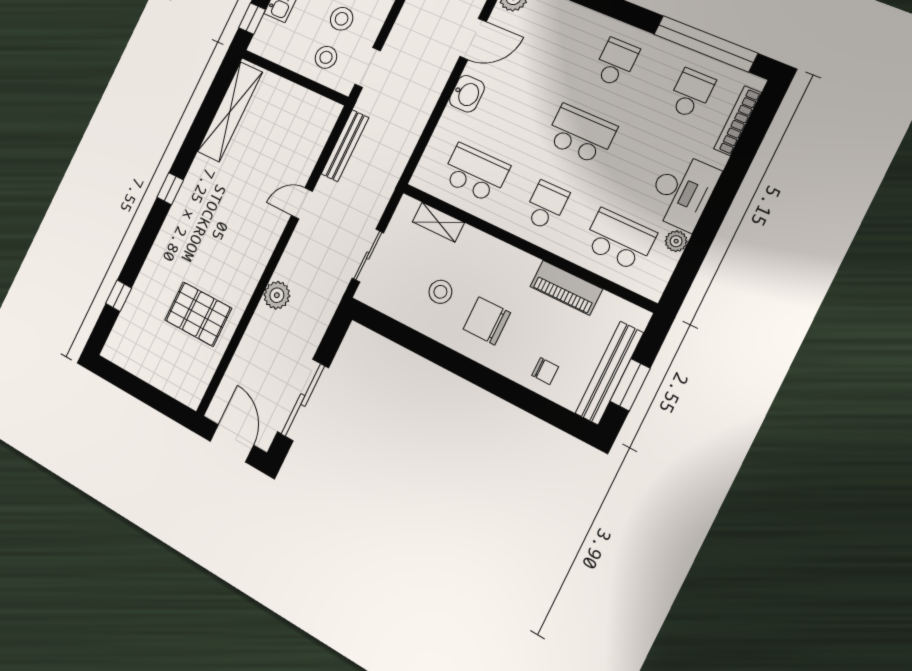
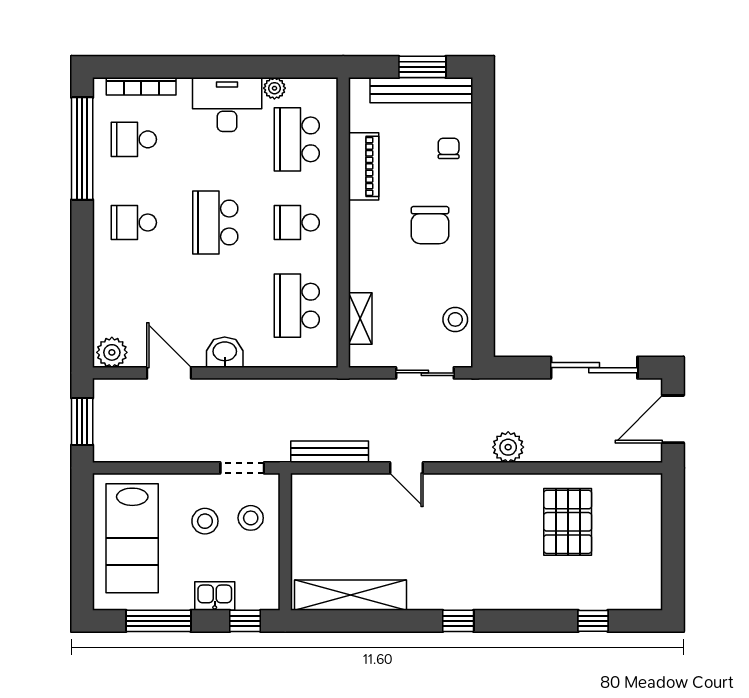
stool: (440, 292) -> (455, 319), moved

